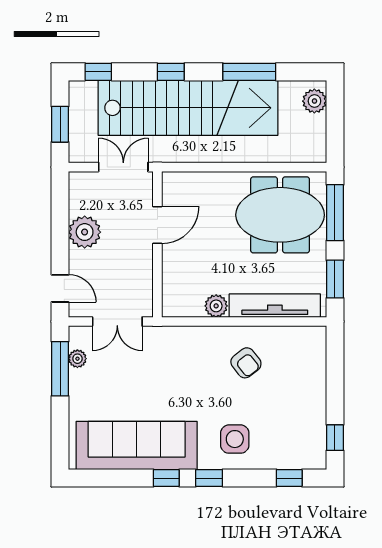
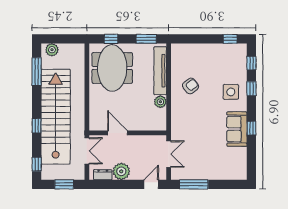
window: (249, 72) -> (37, 72), moved
double door: (123, 167) -> (87, 151), swing flipped
dresser: (78, 197) -> (103, 175), added
window: (335, 213) -> (111, 39), width x0.46
plant: (77, 359) -> (188, 175), removed
sofa: (137, 445) -> (237, 129), width x0.54, depth x0.79
window: (209, 478) -> (251, 89), moved

